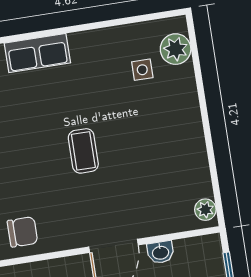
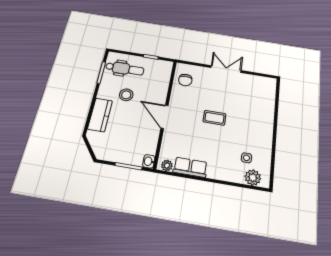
row of seats: (37, 53) -> (190, 167), moved, turned 90
washbasin: (160, 252) -> (149, 161), moved

